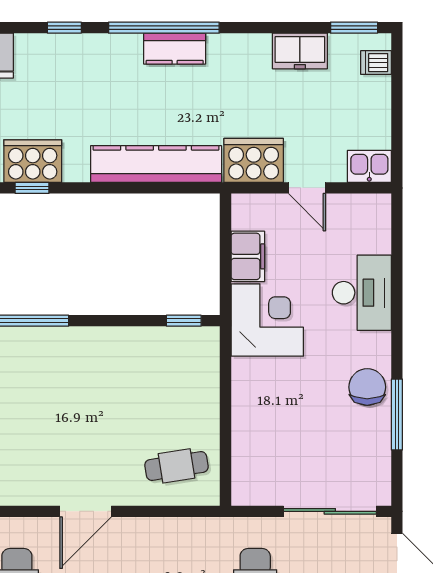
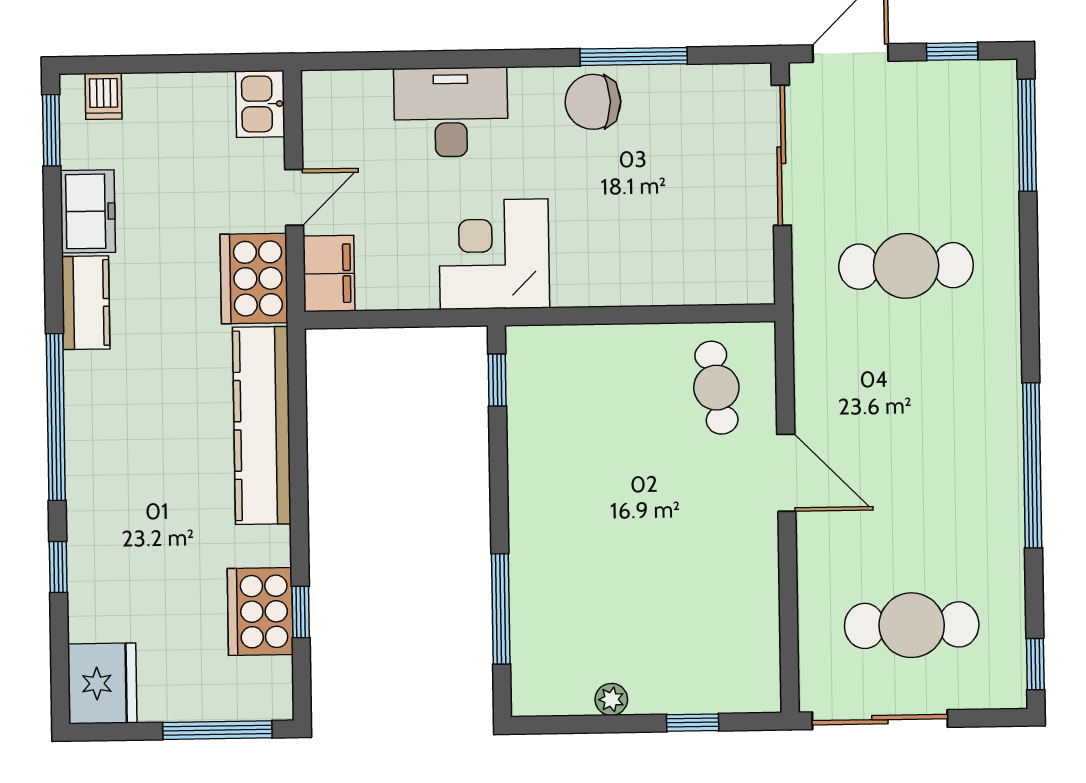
kitchen counter: (175, 49) -> (86, 303), moved
filing cabinet: (248, 256) -> (329, 273), moved, turned 90
door: (86, 511) -> (786, 473), moved

